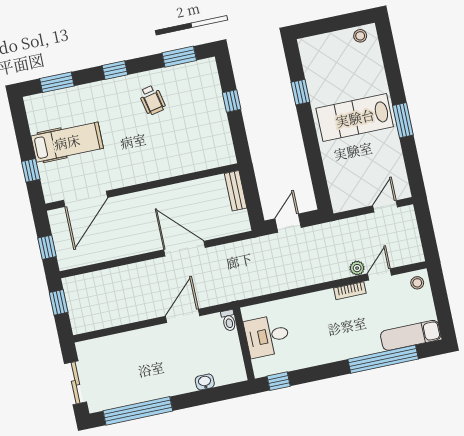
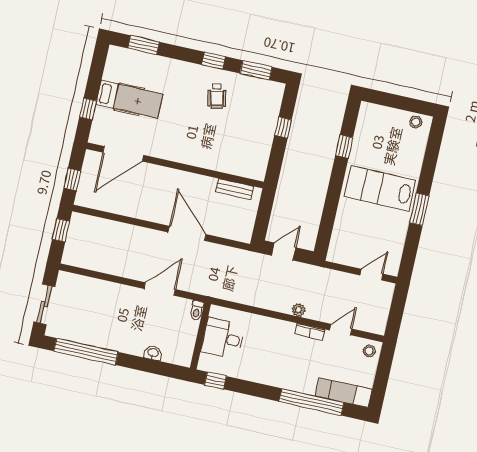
window: (115, 70) -> (214, 61), moved
bench: (236, 191) -> (234, 189), moved, turned 90
plant: (357, 268) -> (299, 310), moved

